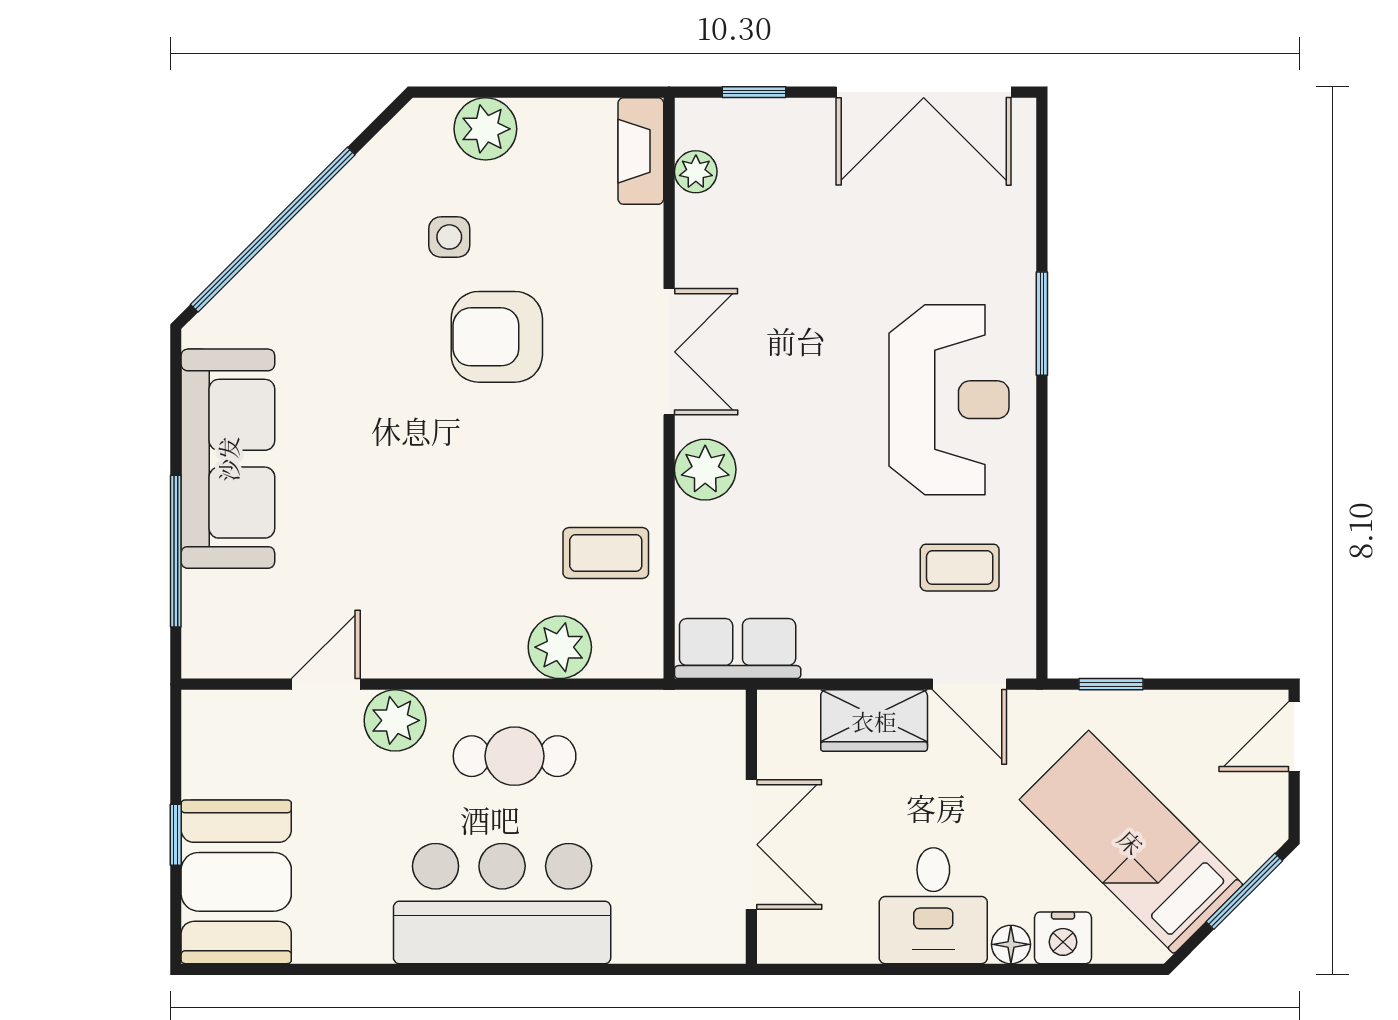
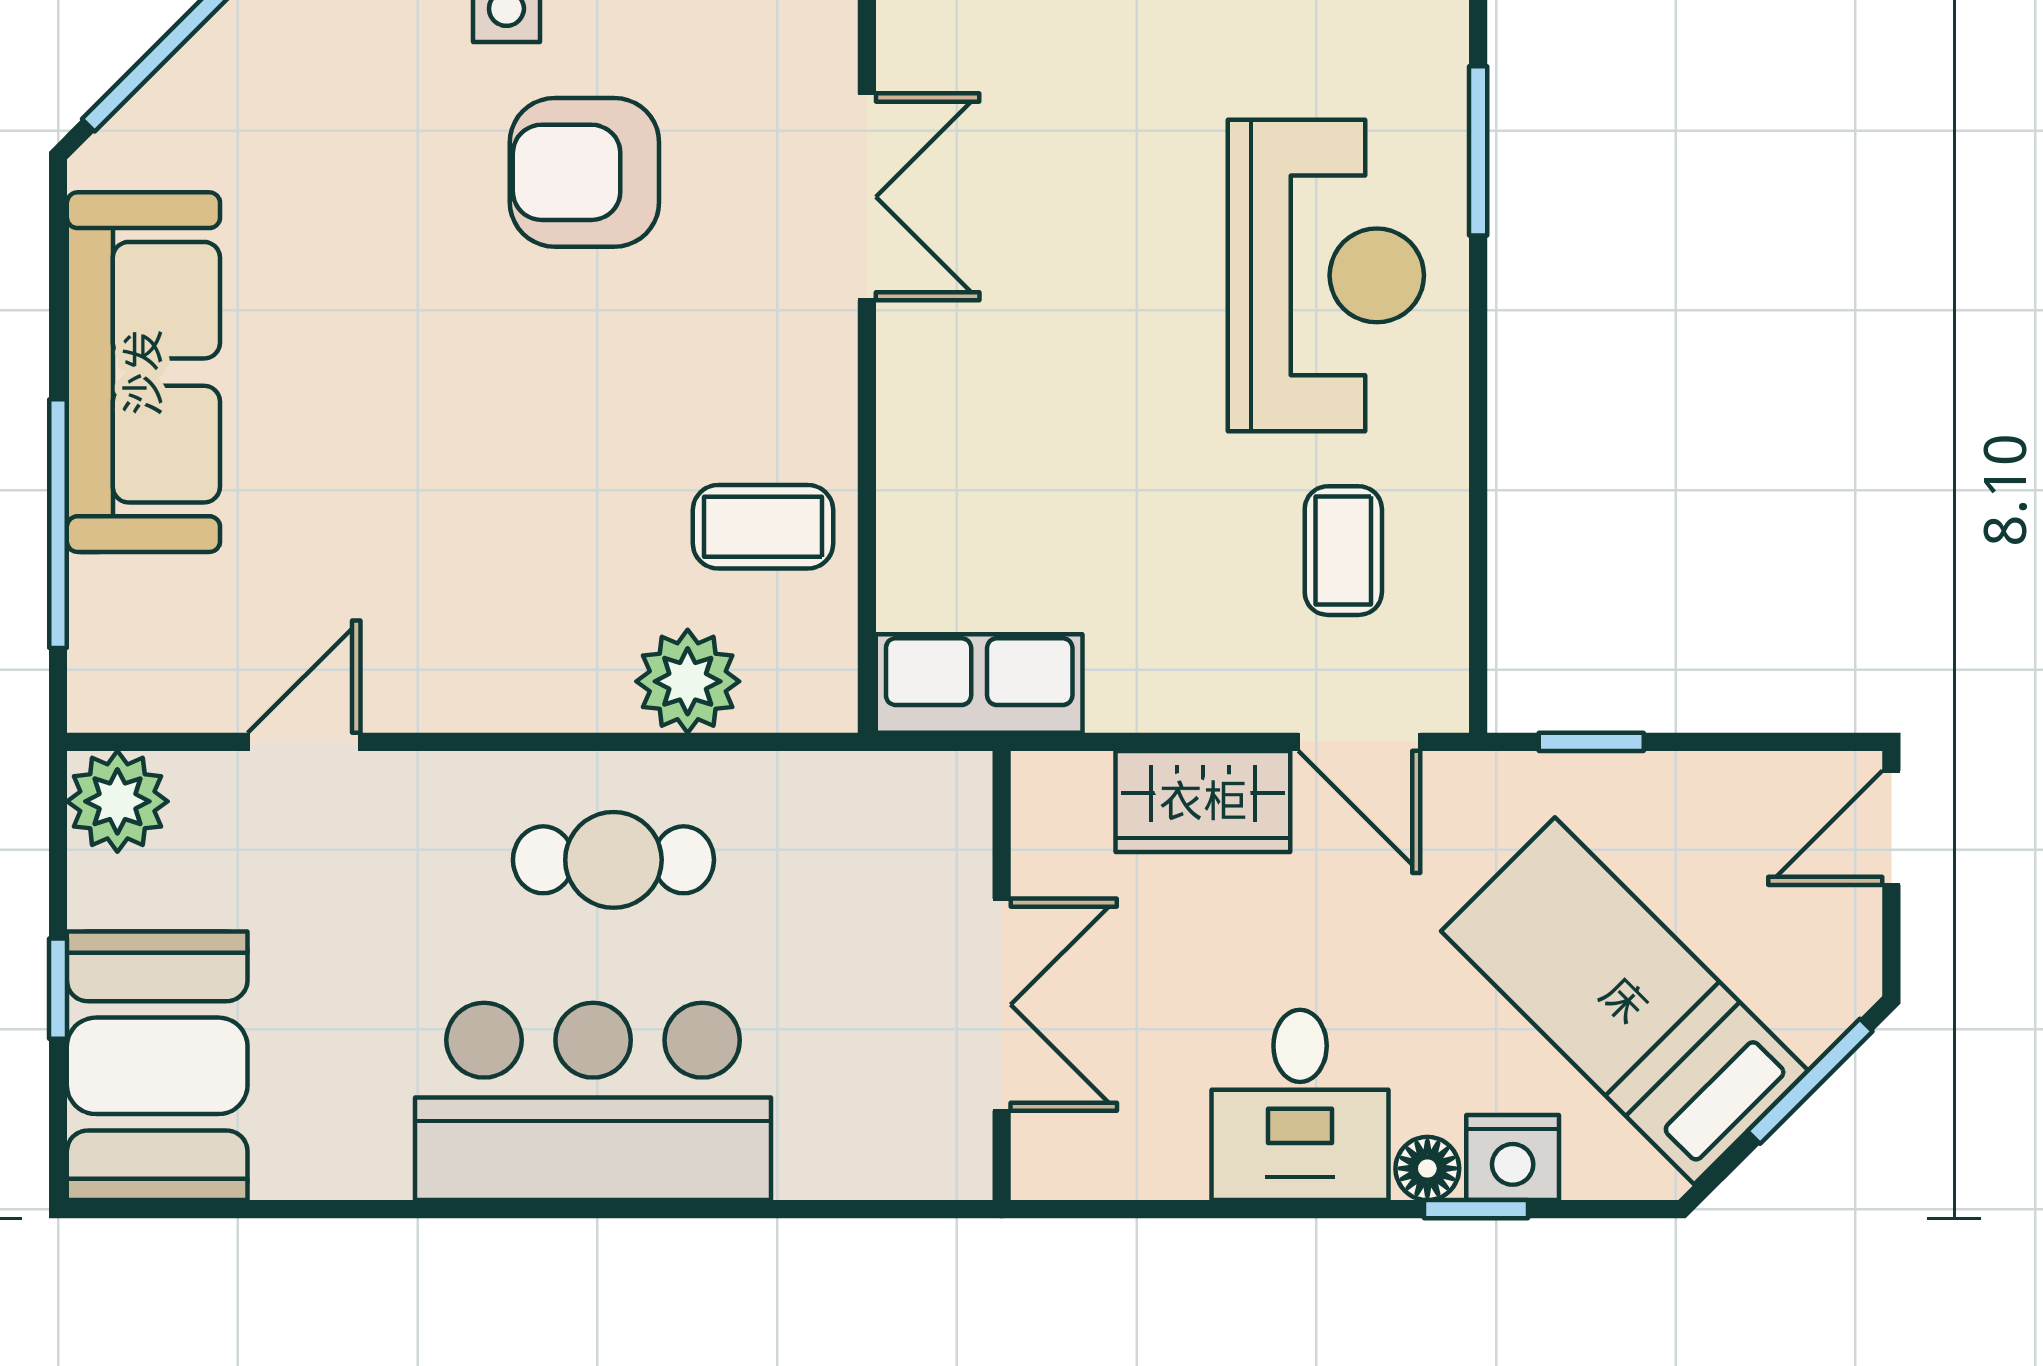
plant: (705, 470) -> (926, 390), removed
coffee table: (960, 568) -> (1343, 551), turned 90
plant: (395, 720) -> (117, 801), moved
window: (1041, 969) -> (1476, 1209), added

